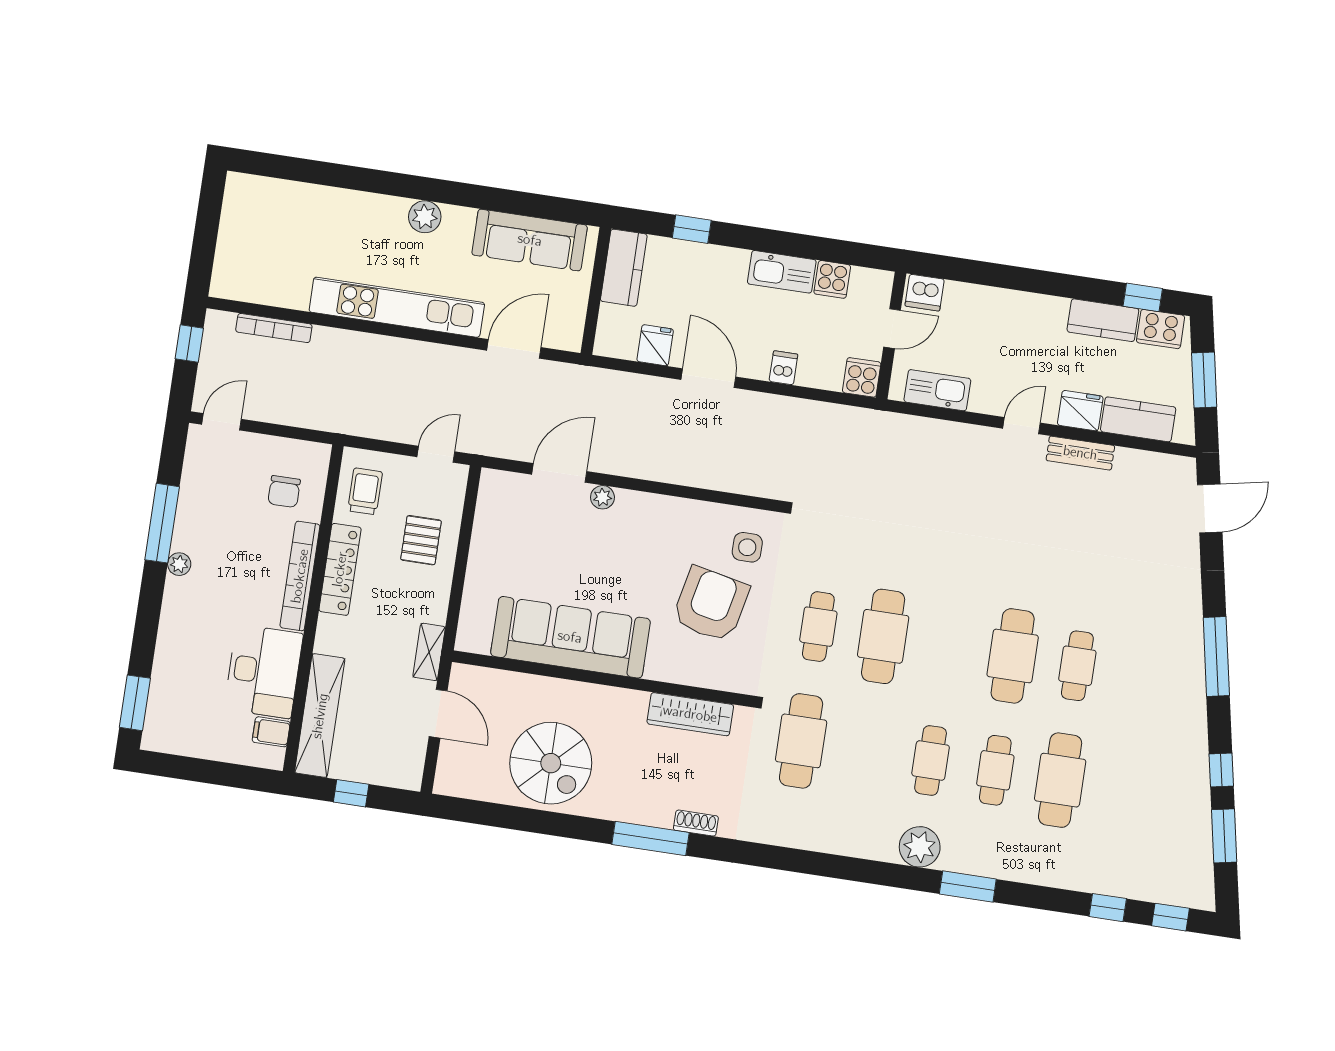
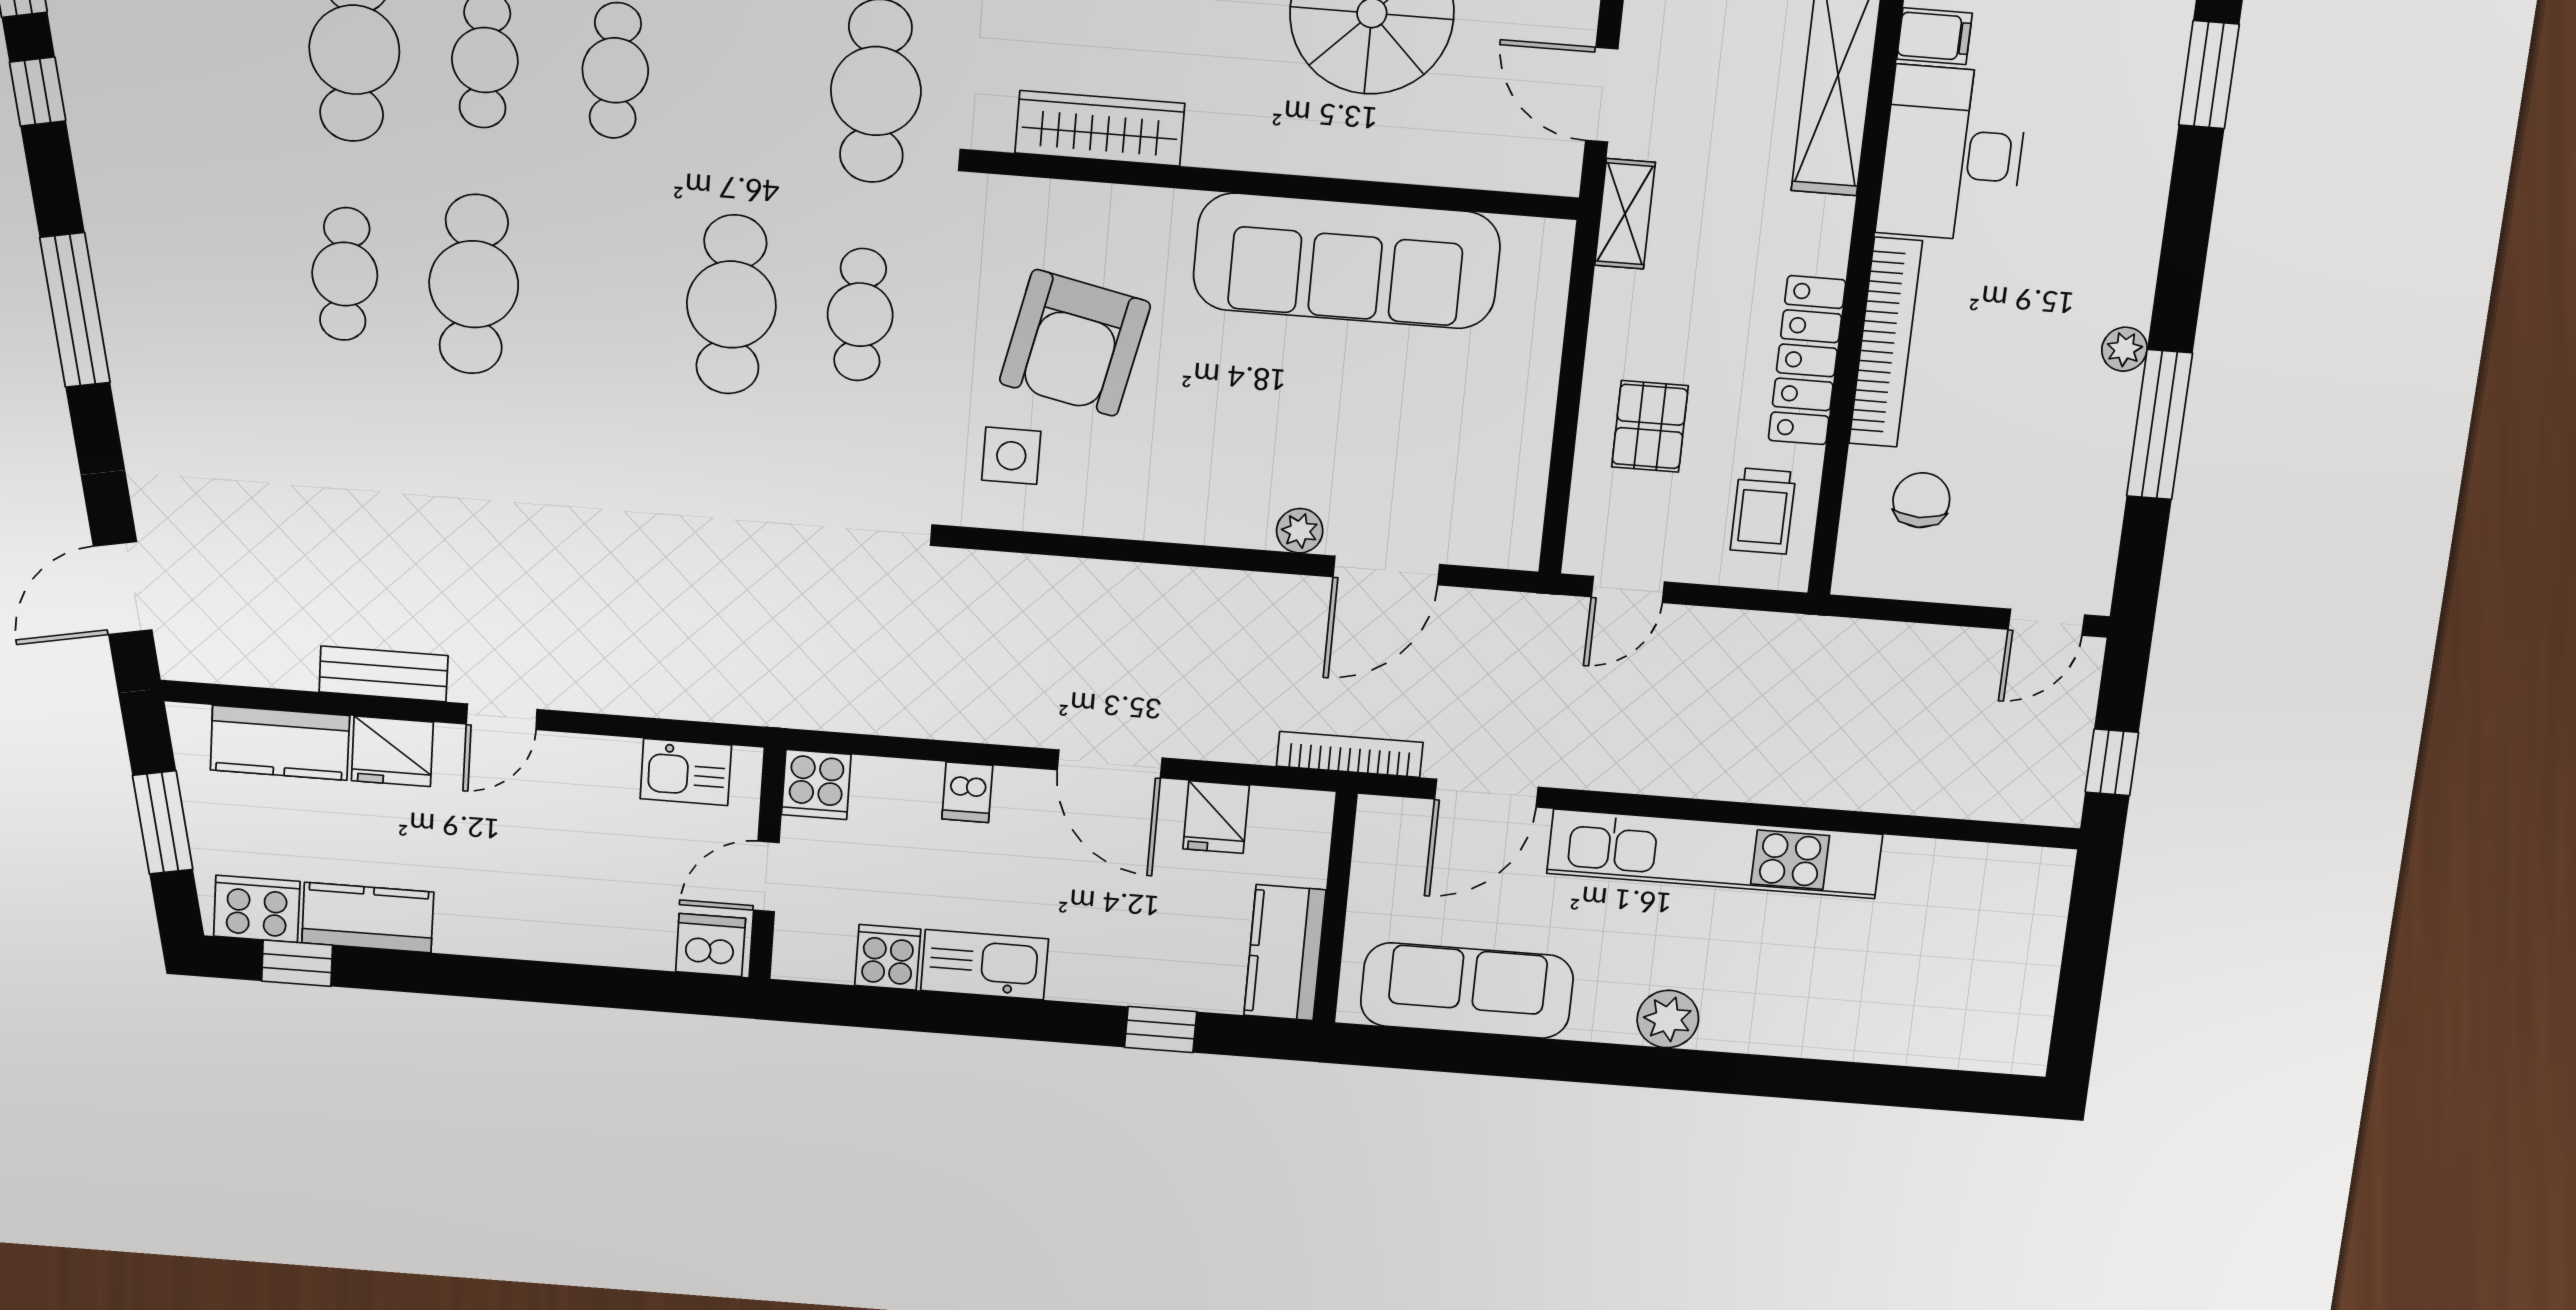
bookcase: (274, 328) -> (1350, 754), moved
kitchen sink: (937, 390) -> (686, 772), width x0.73

